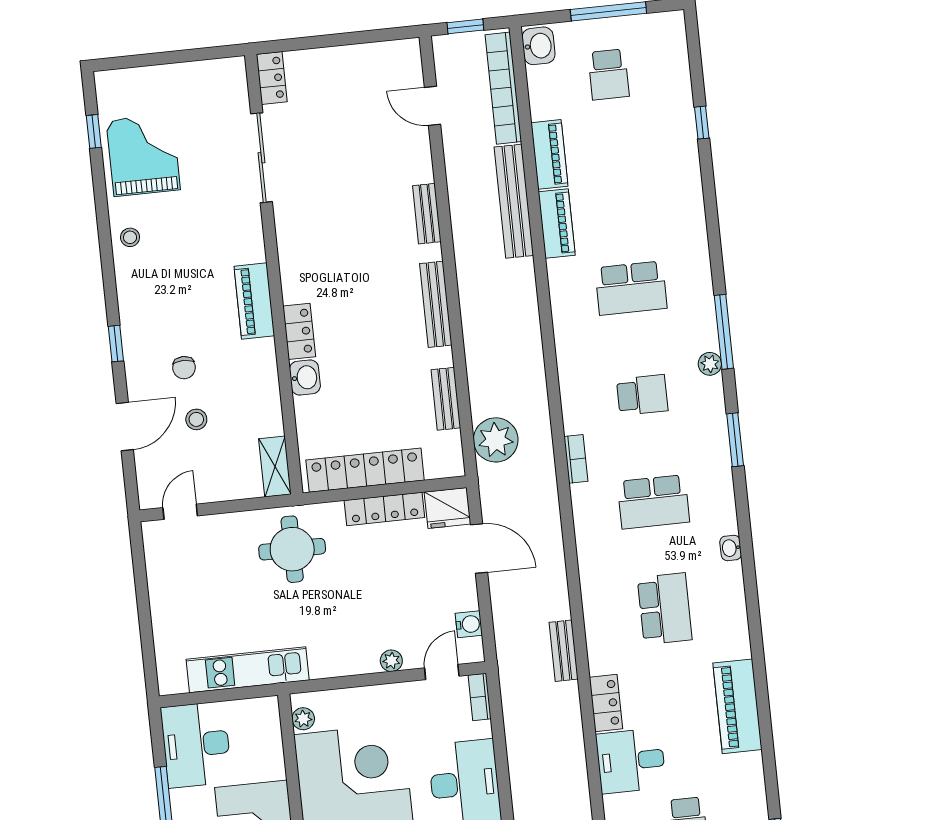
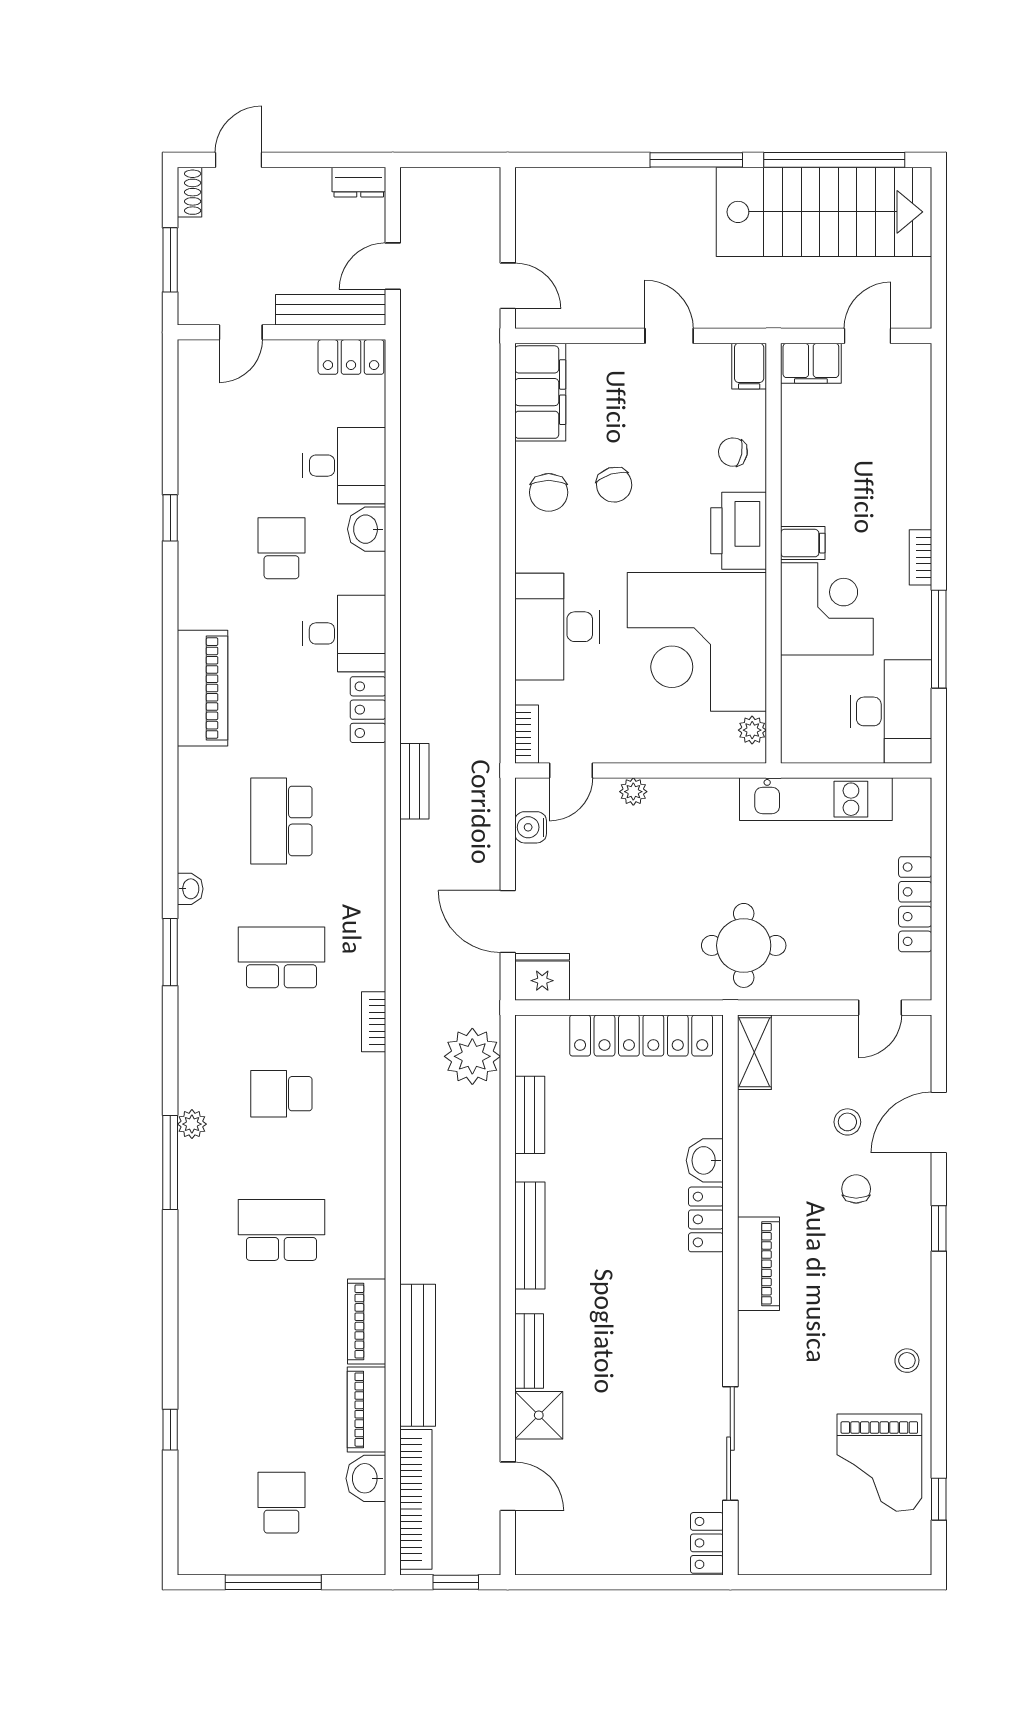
washbasin: (539, 46) -> (366, 1478), moved
shower: (414, 164) -> (539, 1415), added
window: (735, 440) -> (170, 952), moved
locker: (384, 509) -> (915, 904), moved, turned -90

